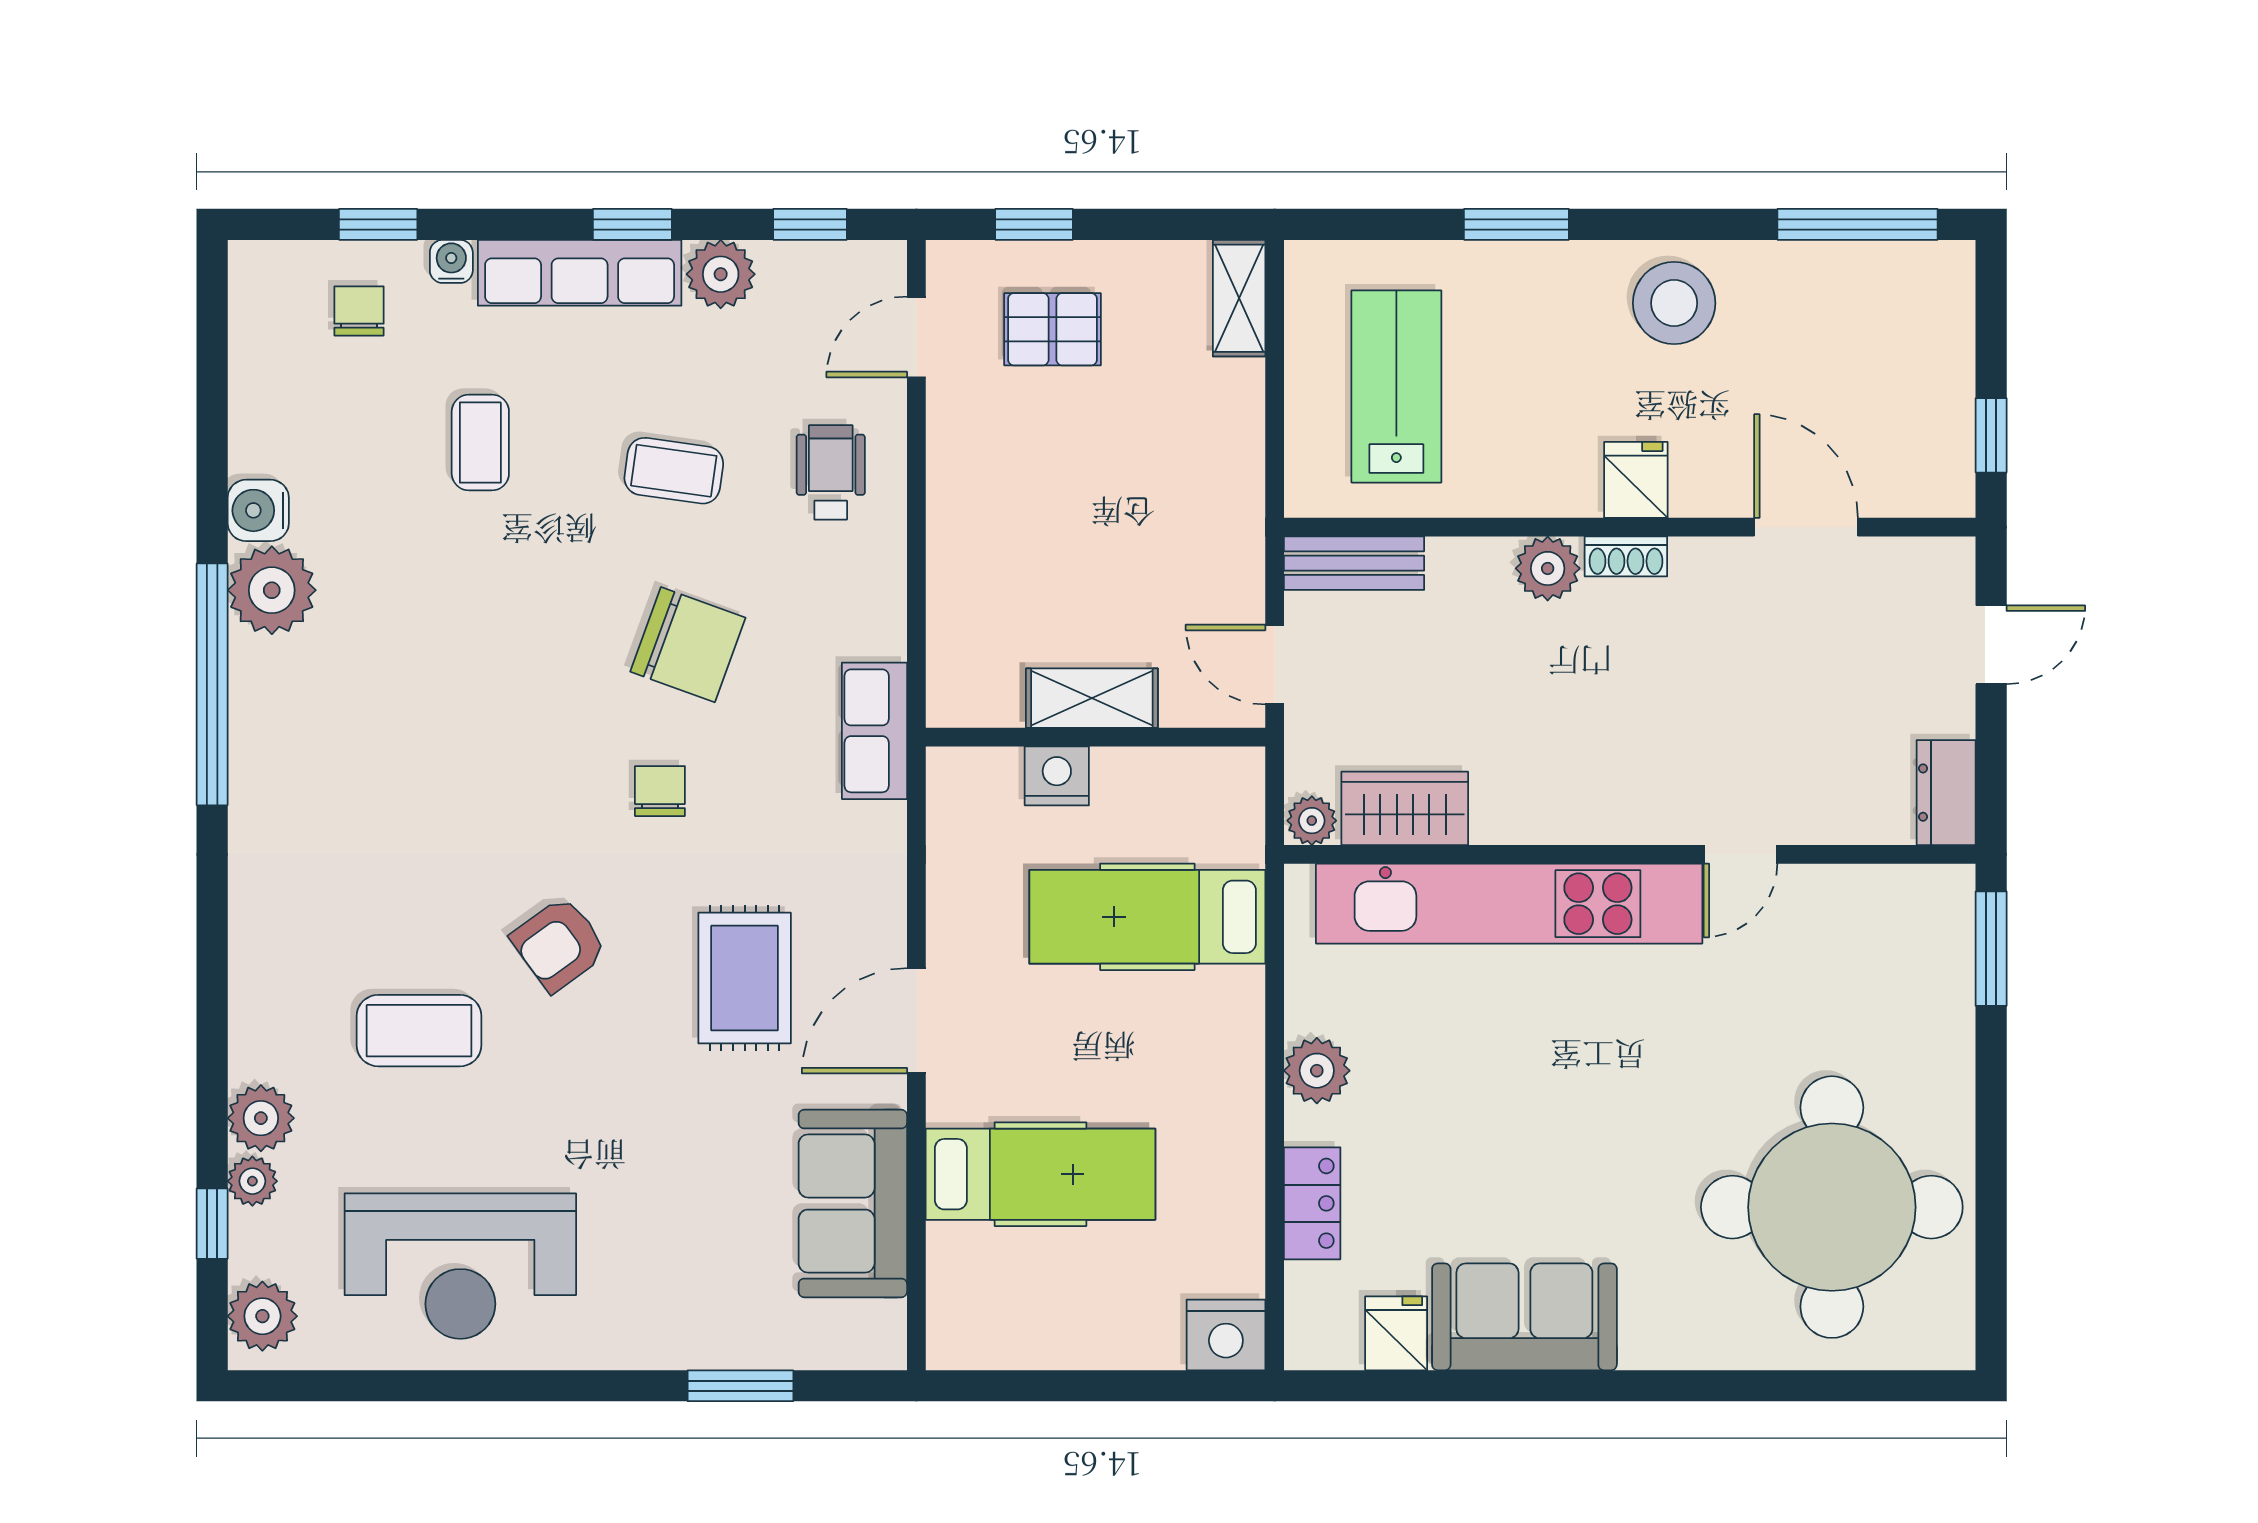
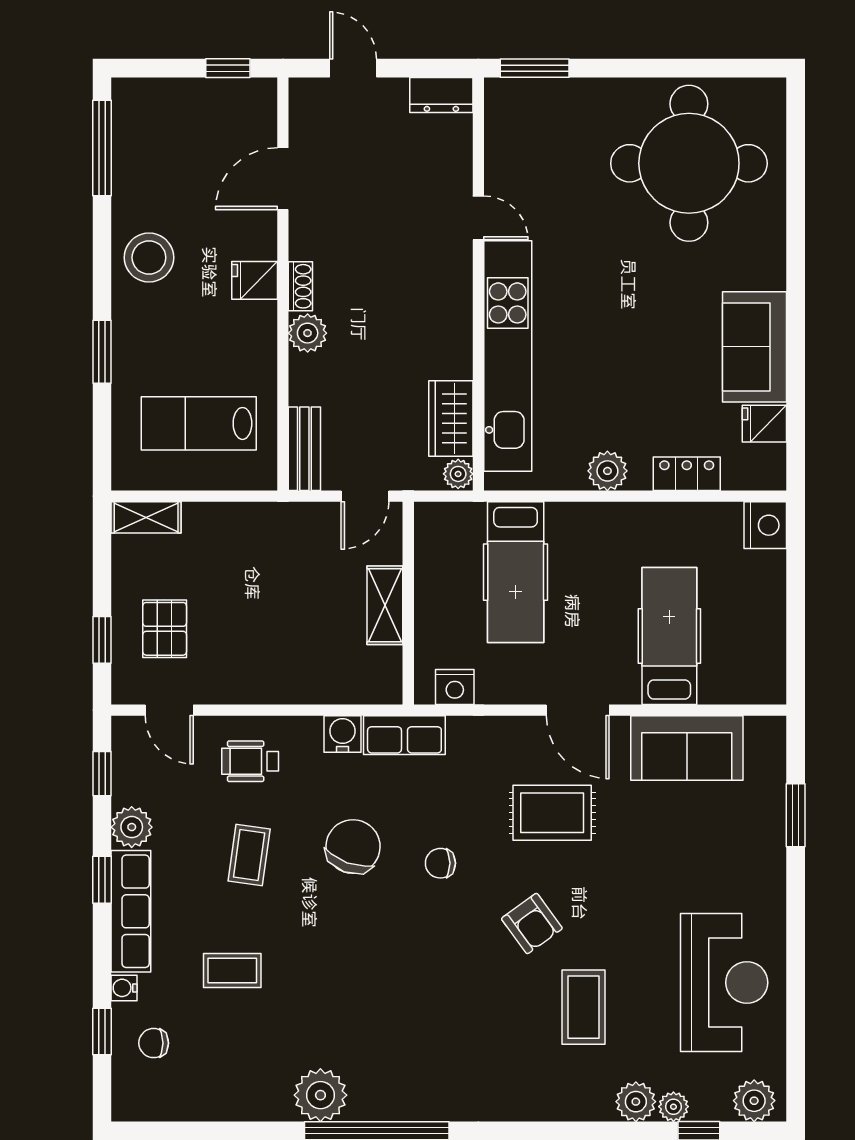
water cooler: (258, 510) -> (342, 734), moved, turned 180
nightstand: (1057, 776) -> (455, 687), moved, turned -90

